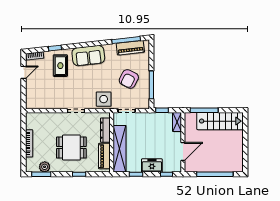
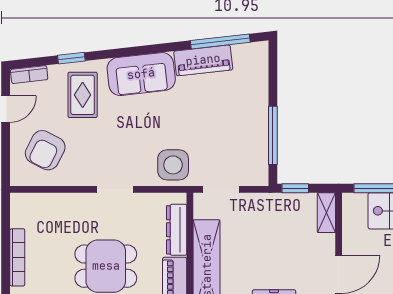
piano: (130, 48) -> (203, 60), moved
armchair: (129, 79) -> (45, 150), moved

